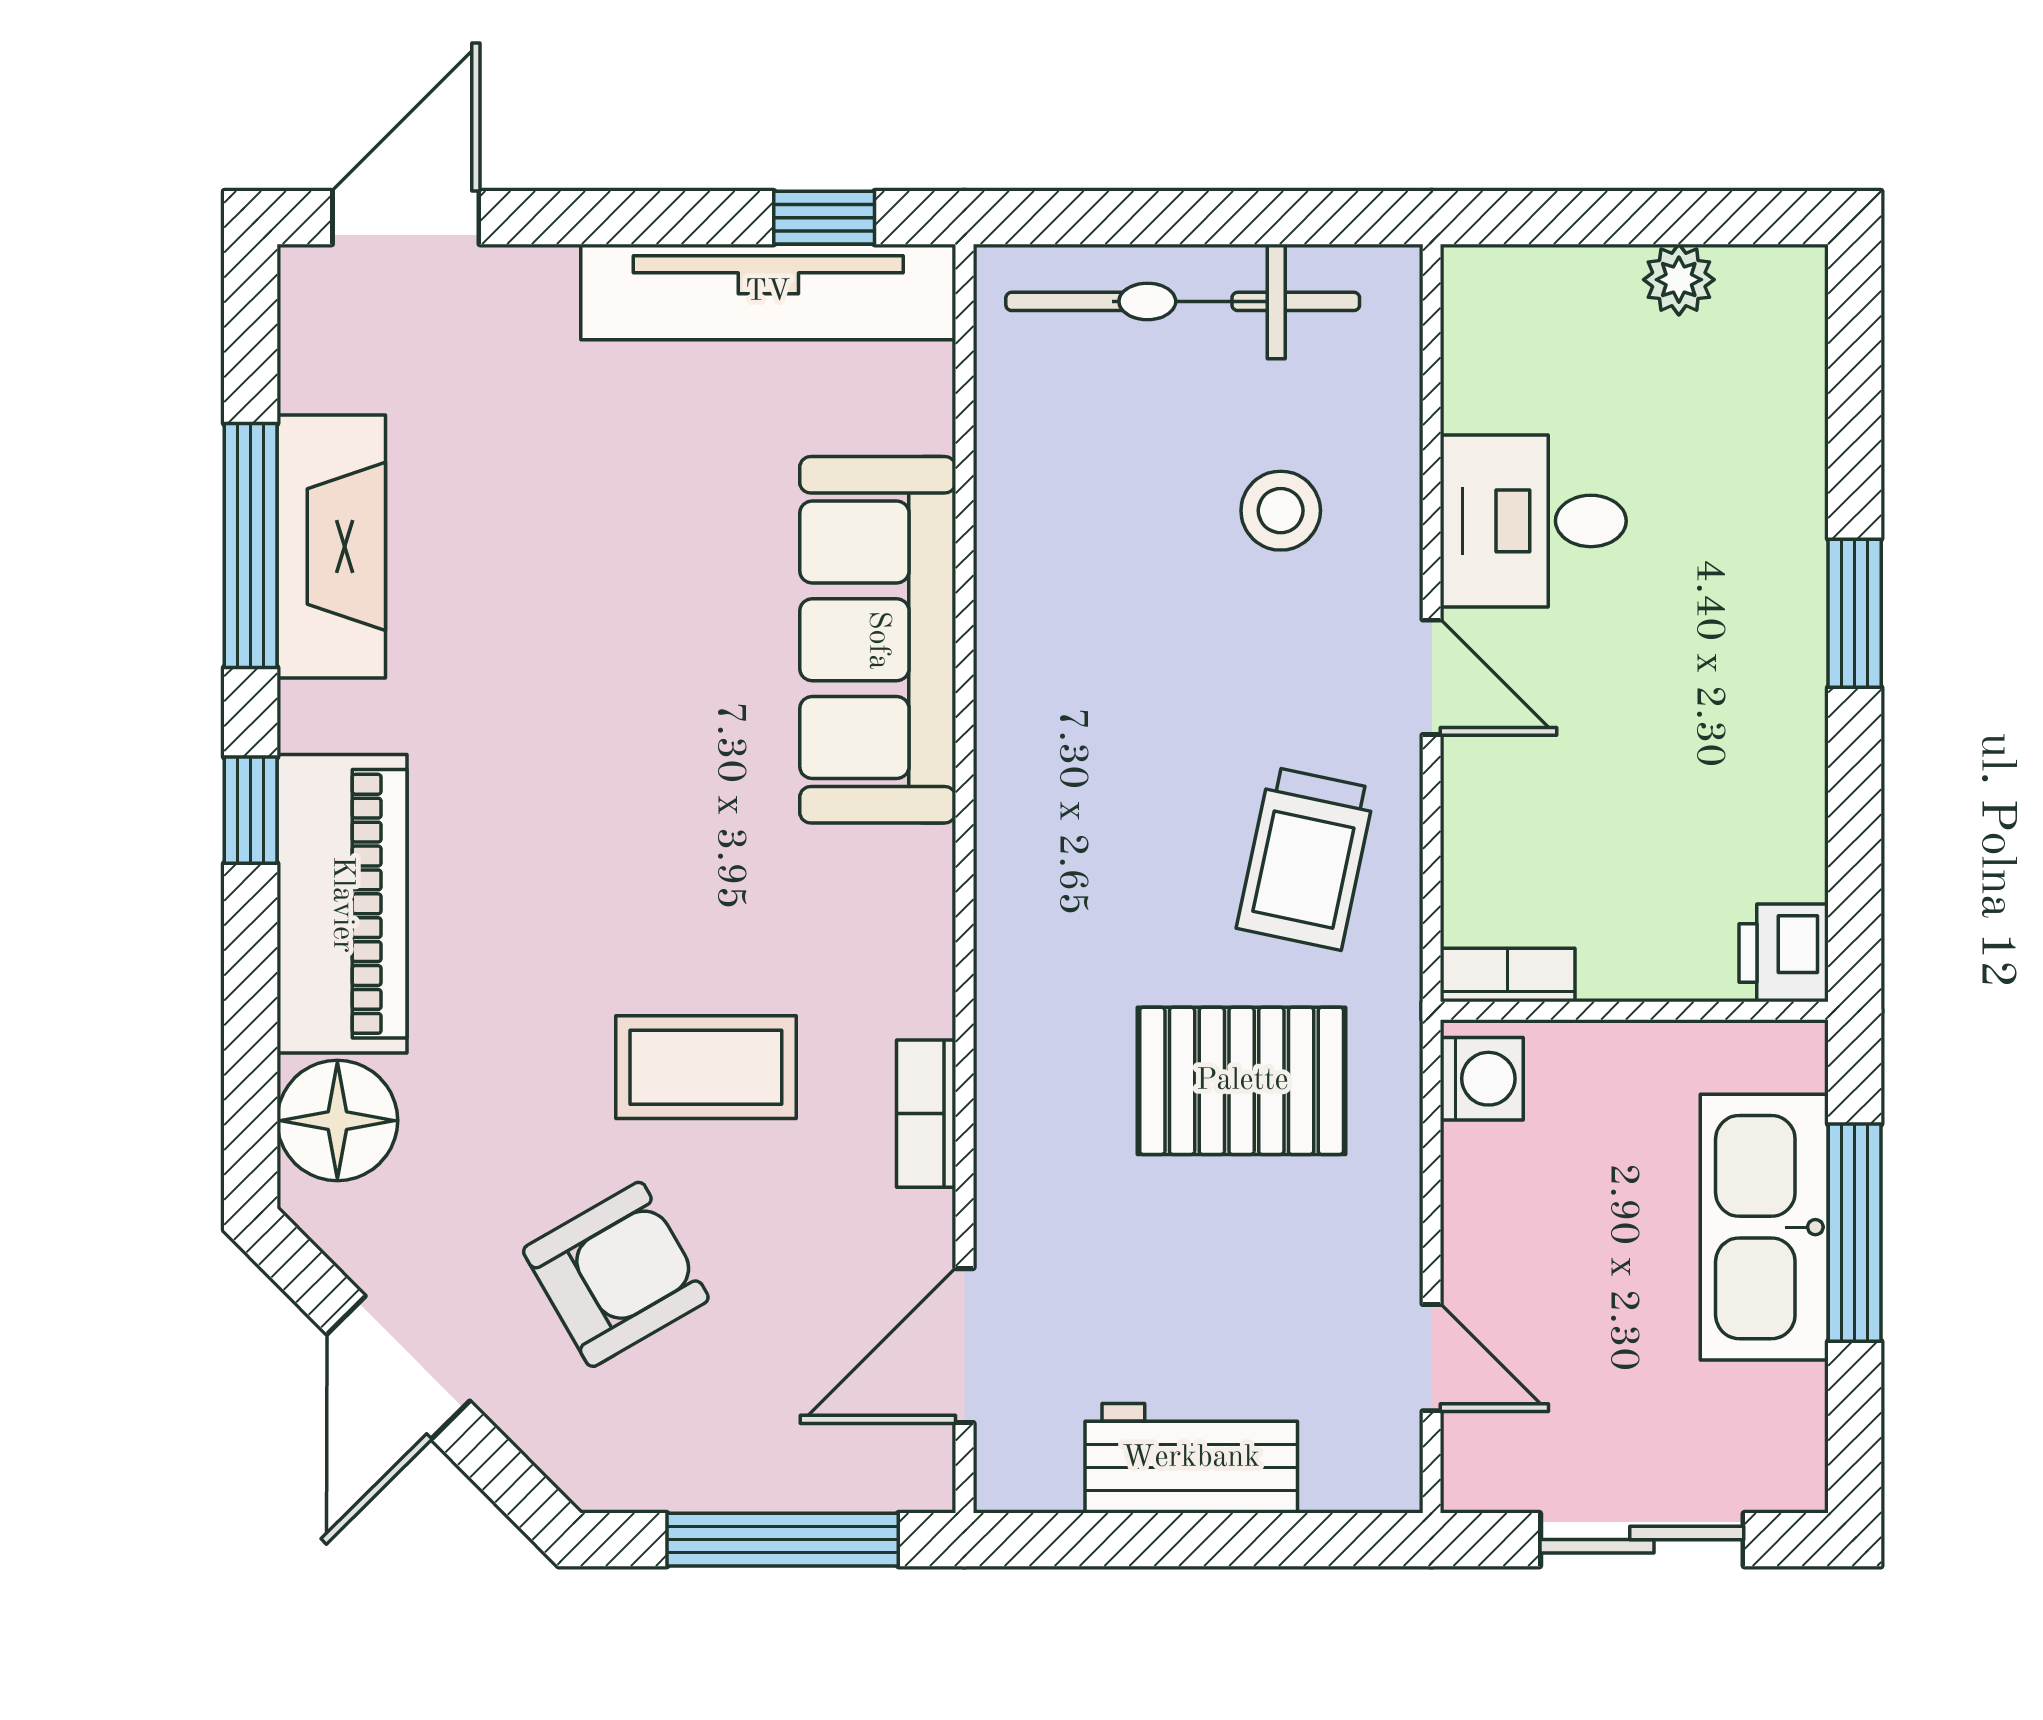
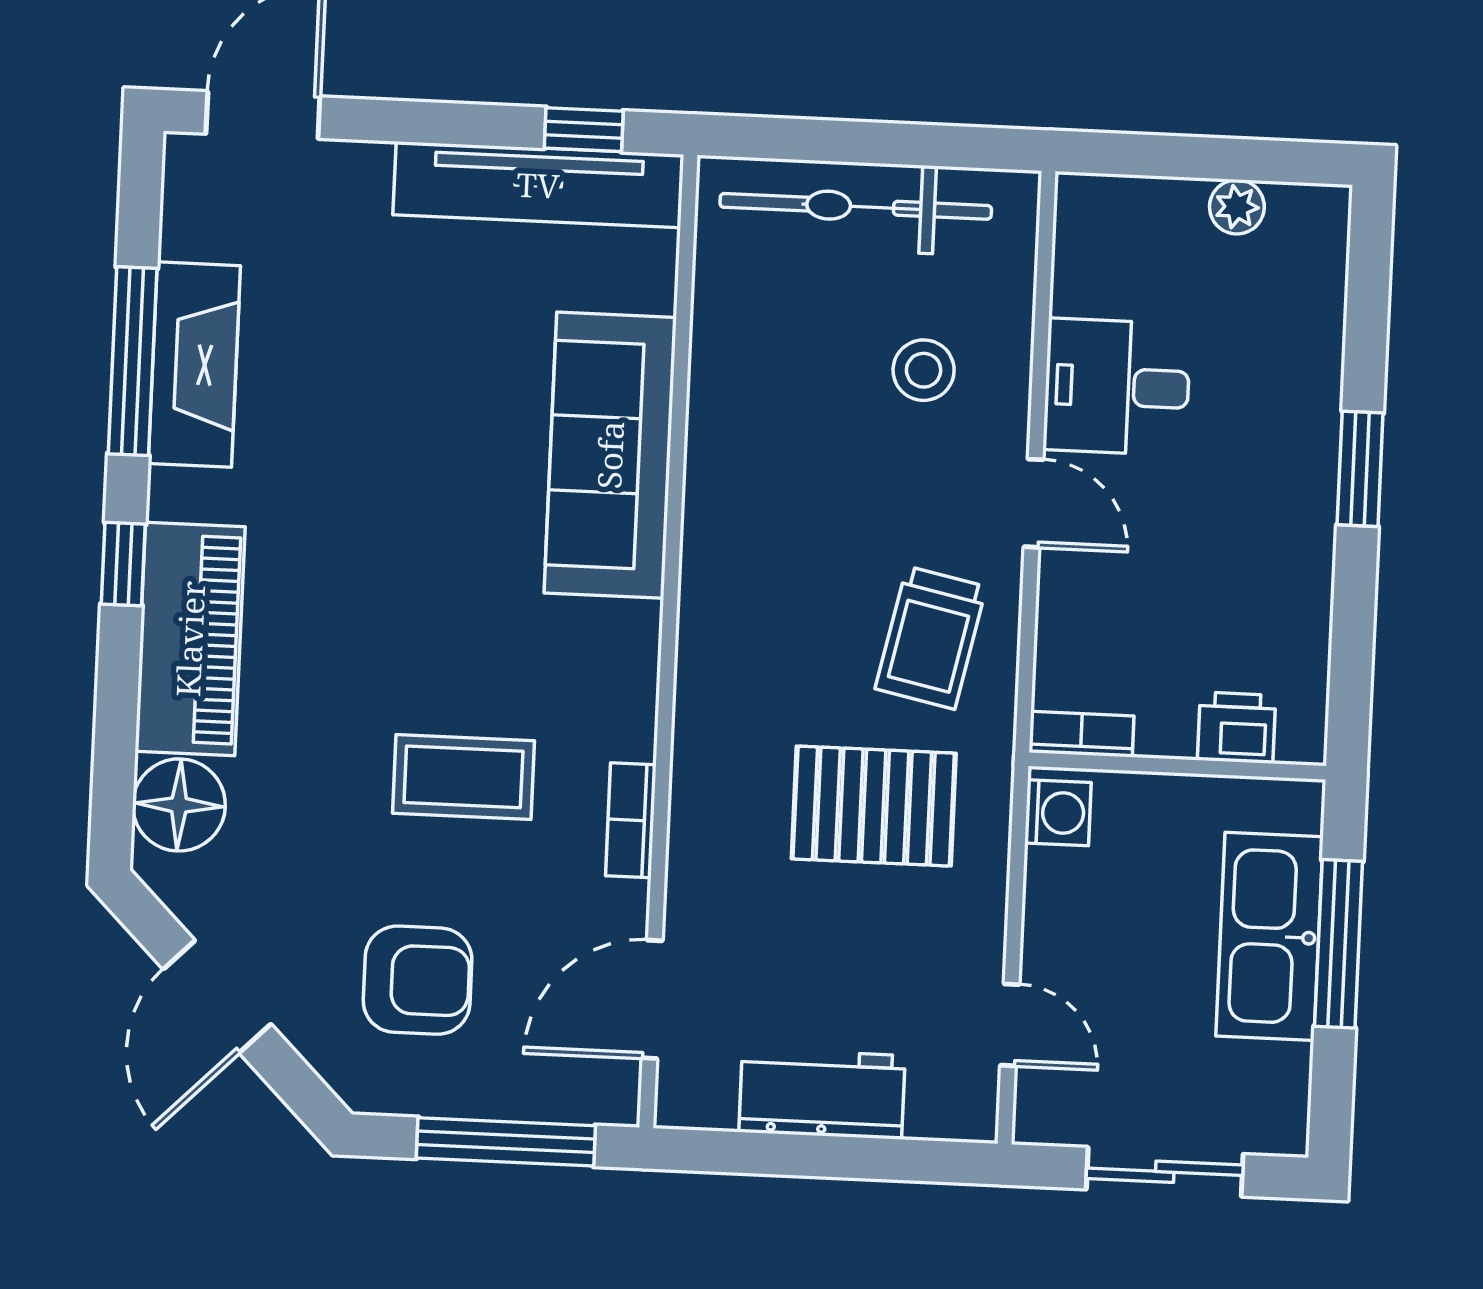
printer: (1784, 953) -> (1237, 728), moved, turned 90
armchair: (616, 1274) -> (418, 980), moved, turned 30

